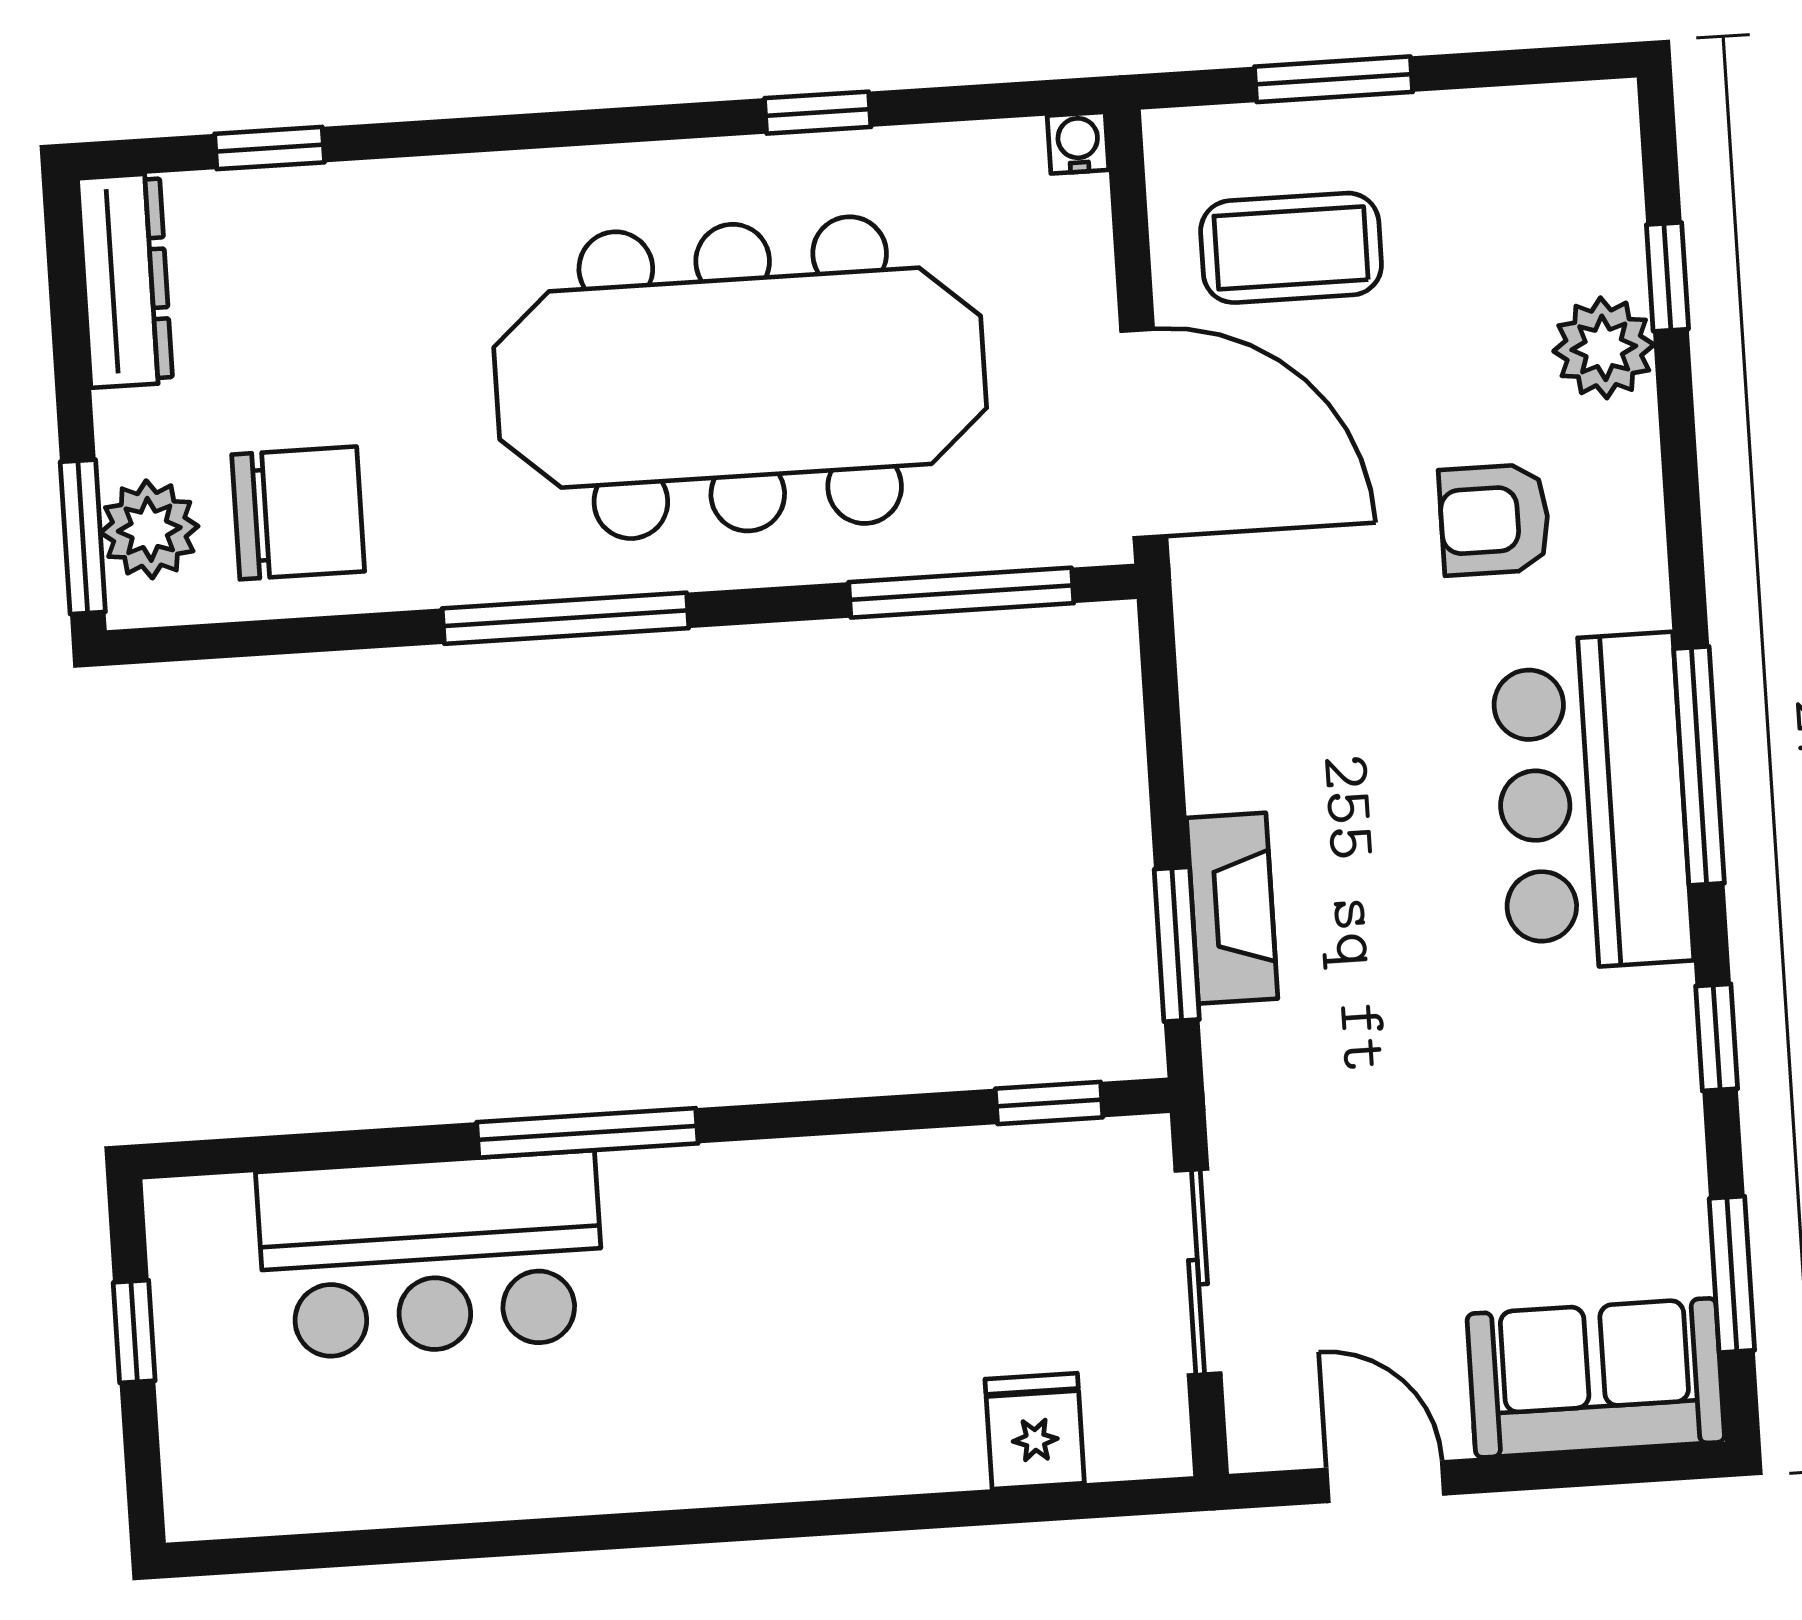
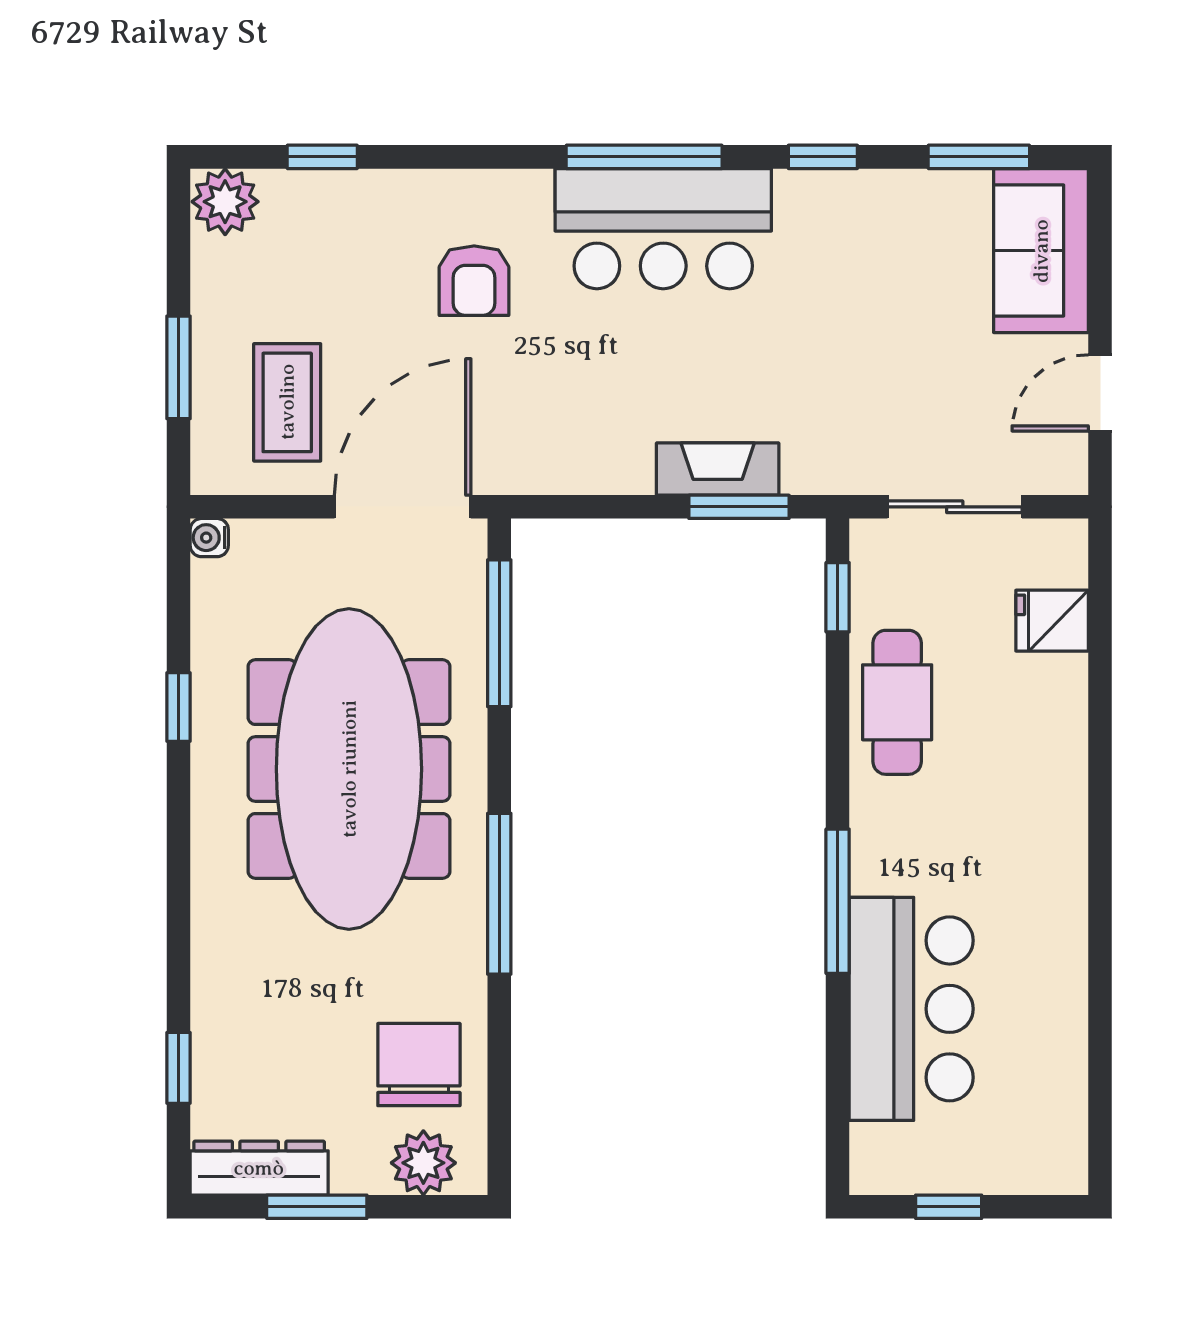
plant: (1604, 348) -> (225, 202), moved
window: (83, 537) -> (317, 1207), moved
cafe table: (895, 1204) -> (897, 702), added

